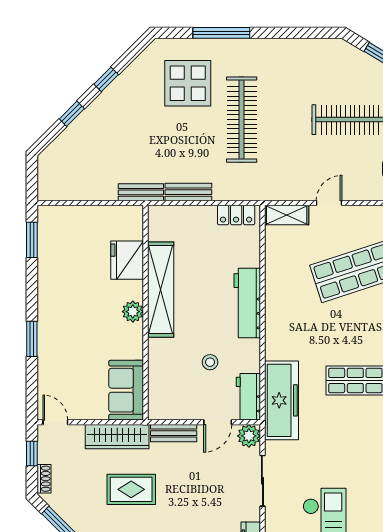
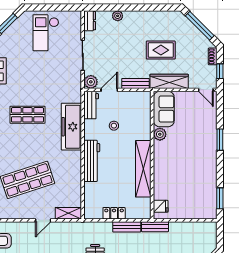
locker: (236, 215) -> (114, 213), moved
fridge: (127, 260) -> (161, 206), moved, width x0.53, depth x0.75
plant: (133, 312) -> (160, 134), moved
freezer: (282, 400) -> (71, 127), moved

